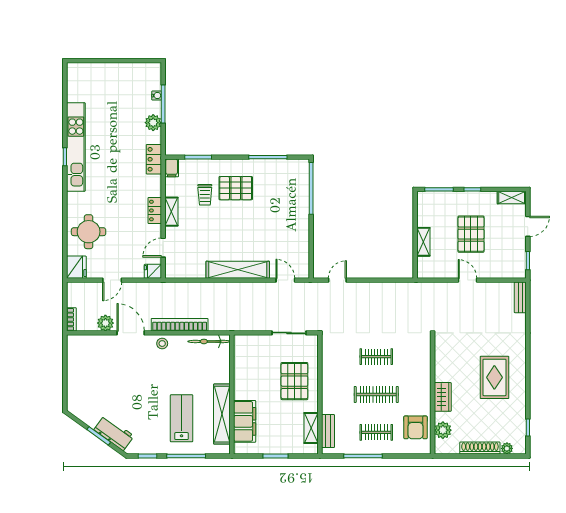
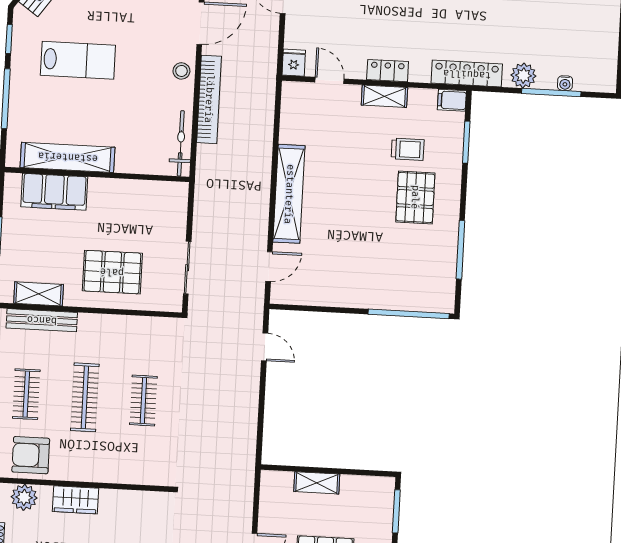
locker: (154, 159) -> (467, 74), width x1.53
trolley: (205, 195) -> (408, 149), turned 180
lab bench: (182, 418) -> (78, 60), moved
bench: (328, 431) -> (42, 320), width x1.36

